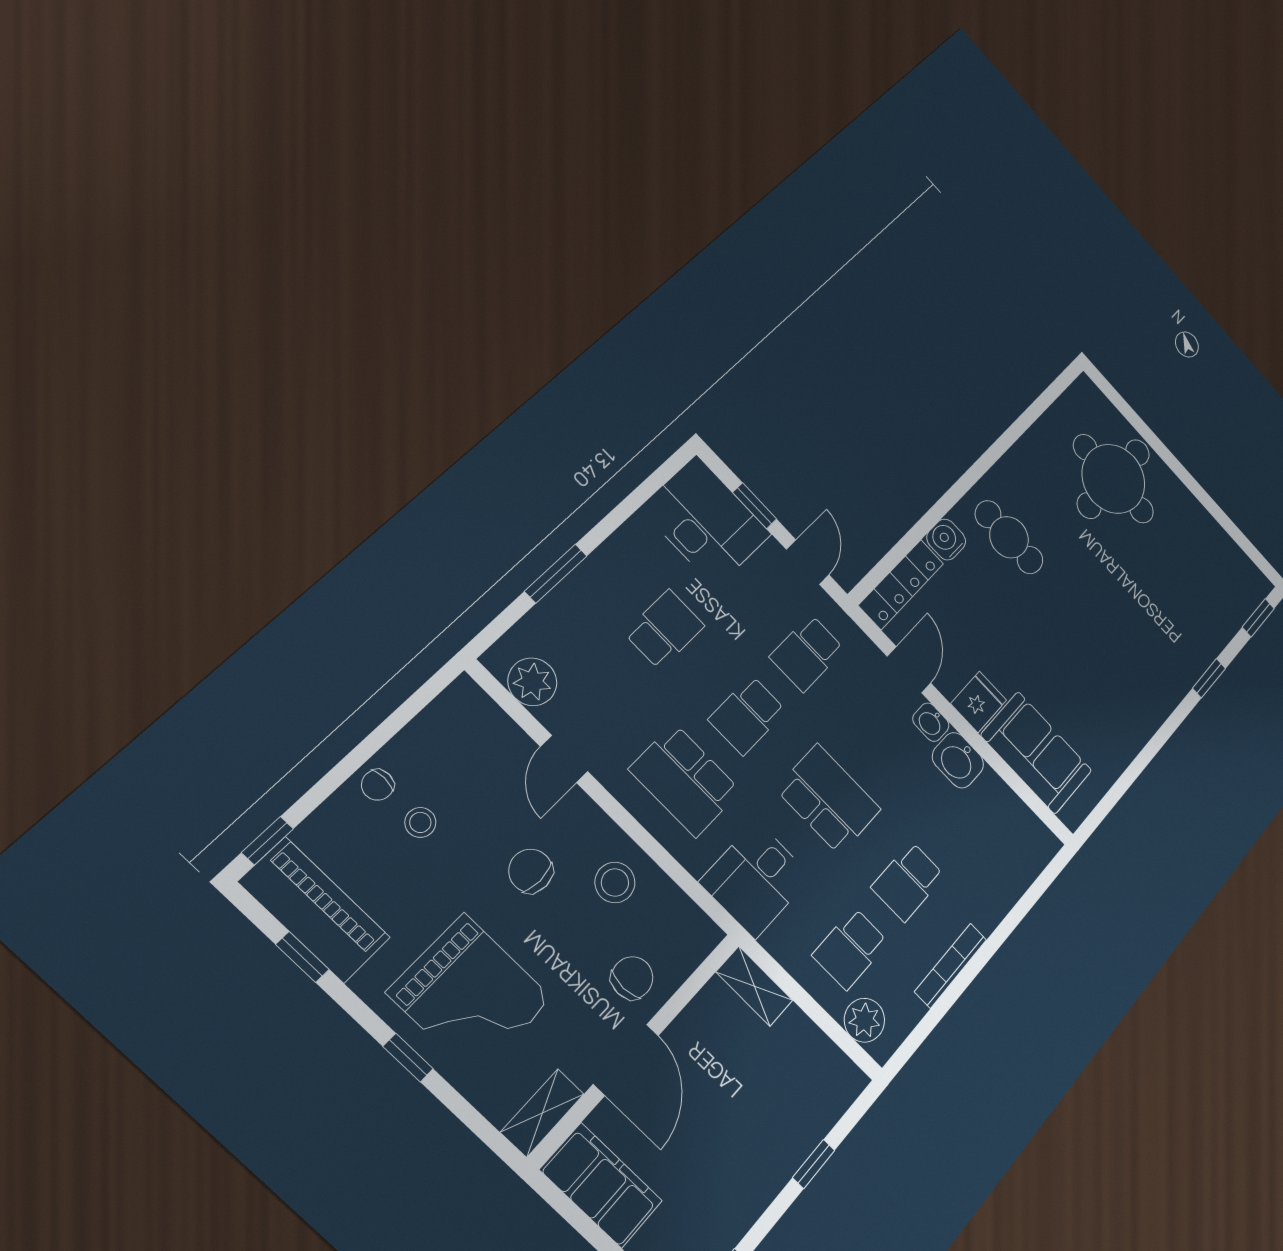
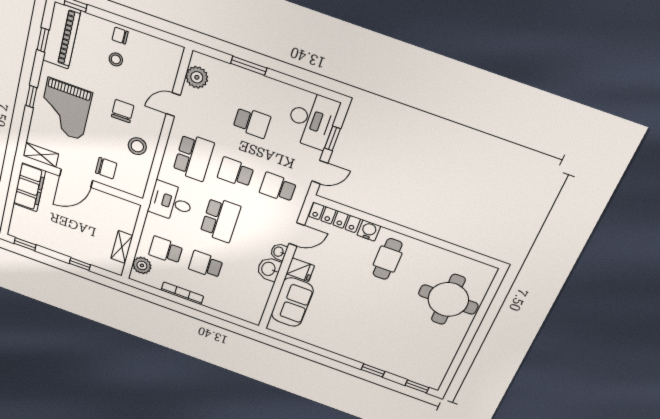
school desk: (685, 780) -> (193, 157), turned 180
shelving: (754, 986) -> (122, 247), moved

